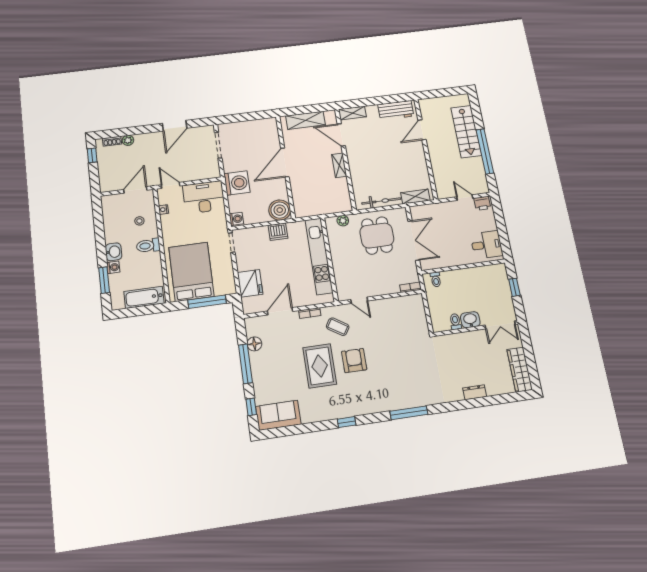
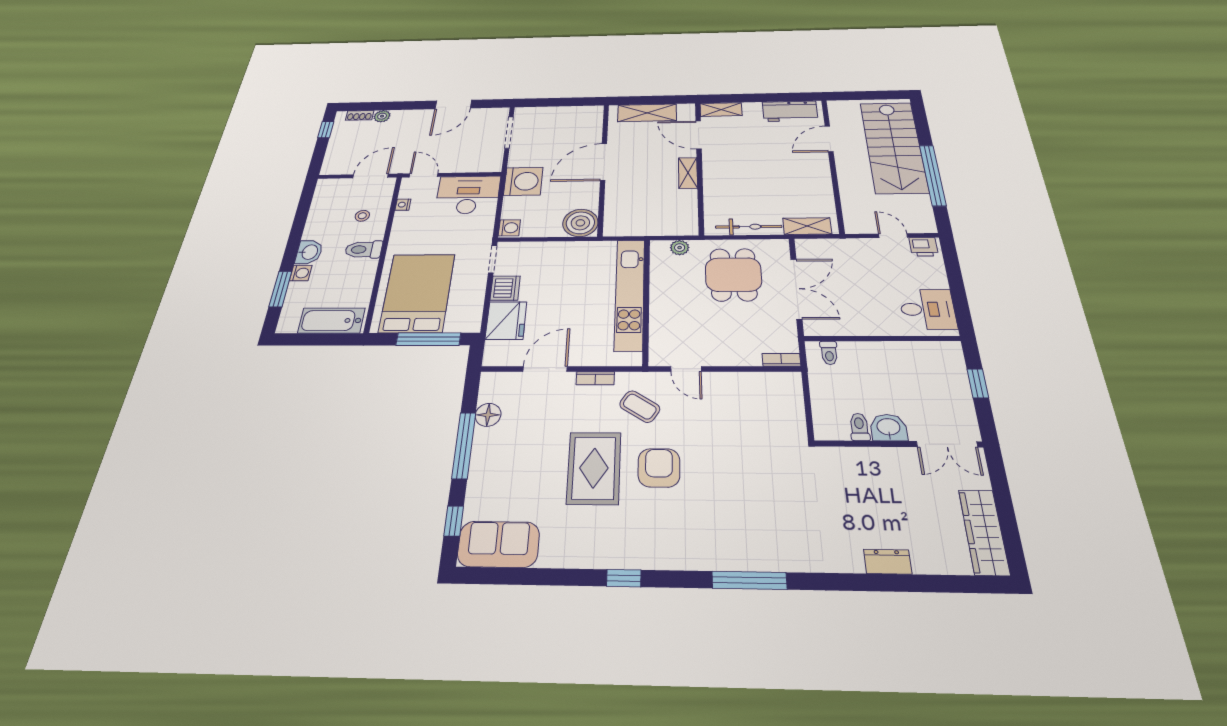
stairs: (466, 132) -> (894, 147), width x1.36, depth x1.51
dishwasher: (278, 232) -> (505, 288), moved, turned -90

